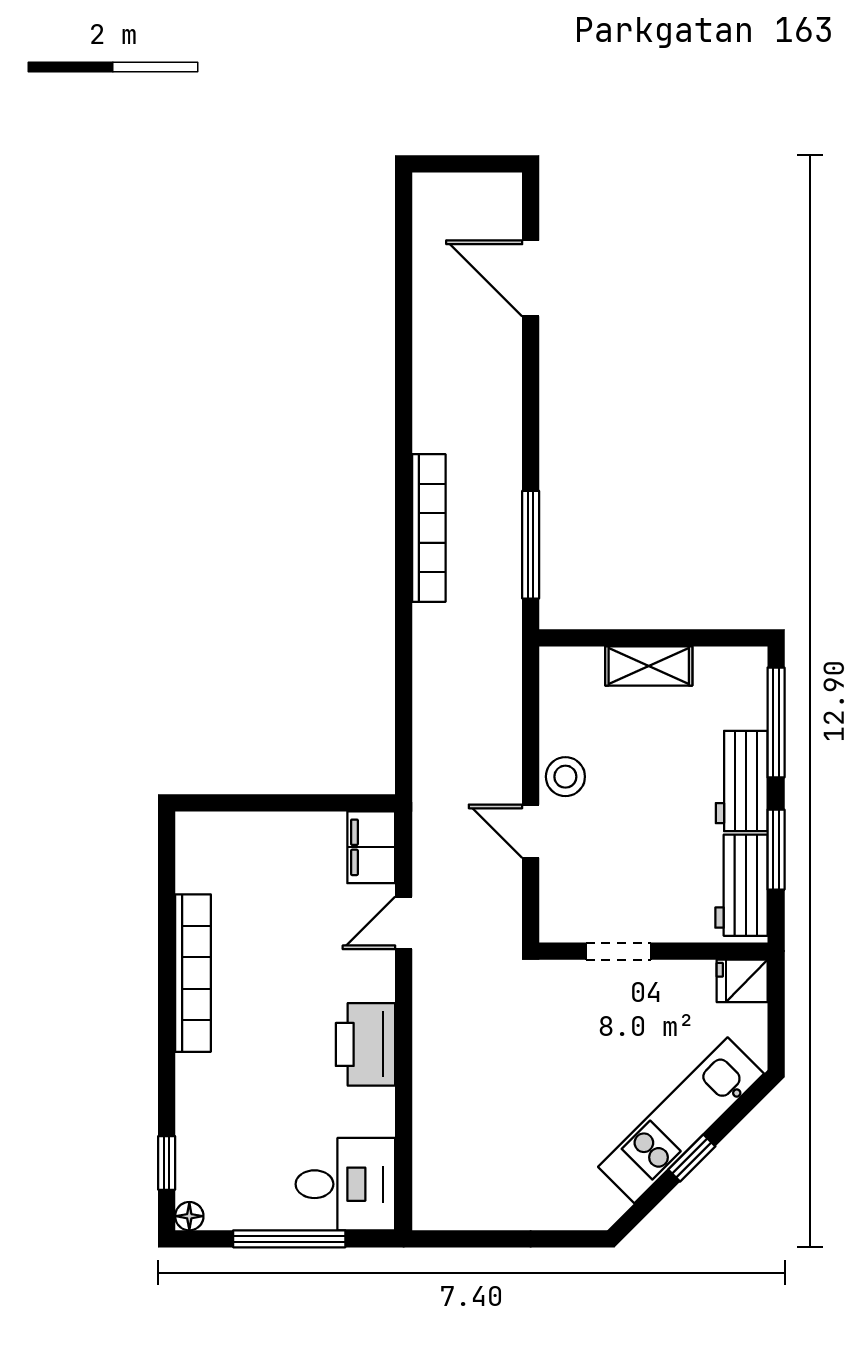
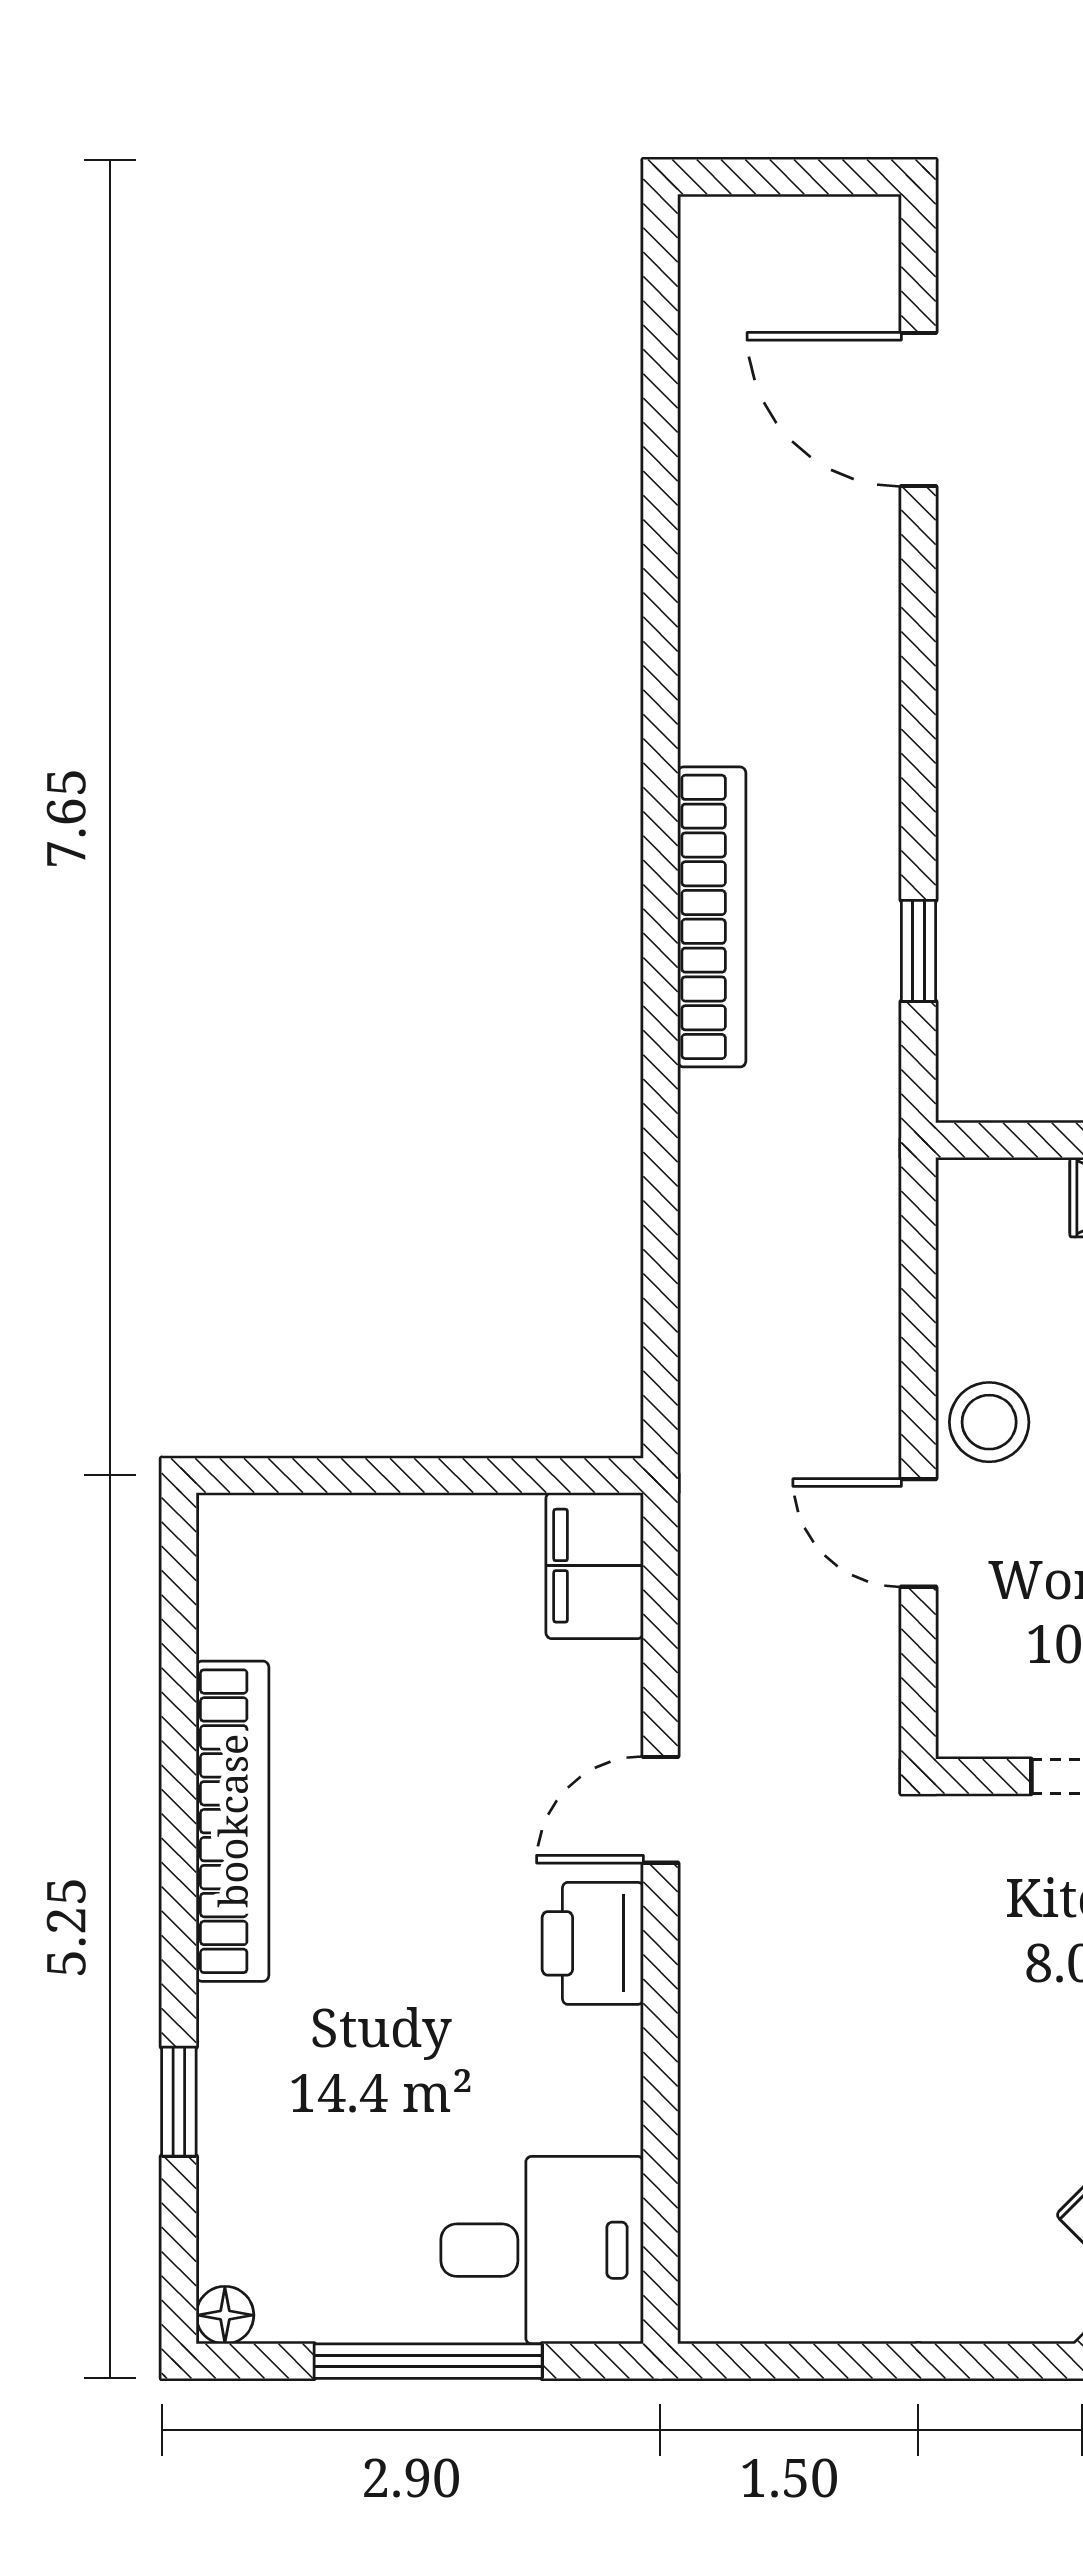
window: (531, 545) -> (918, 951), width x0.46
door: (404, 923) -> (660, 1810), moved
printer: (365, 1044) -> (593, 1943), width x0.73, depth x0.84
window: (167, 1163) -> (179, 2102), moved

